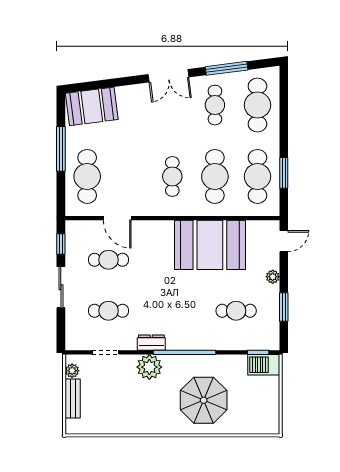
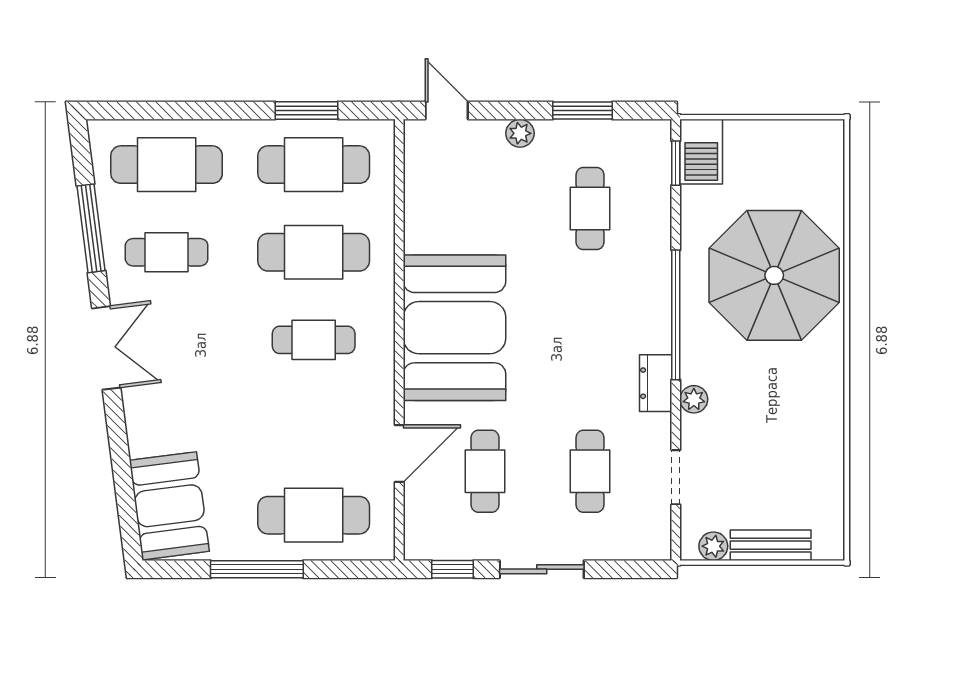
booth: (210, 245) -> (454, 328), moved
plant: (149, 367) -> (694, 399), width x0.53, depth x0.53
parasol: (204, 400) -> (774, 275), width x1.36, depth x1.36

